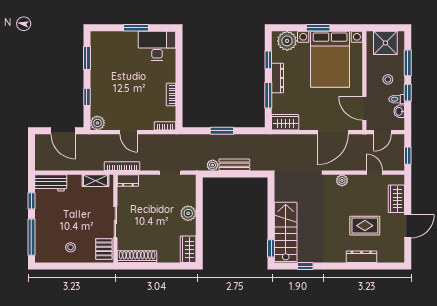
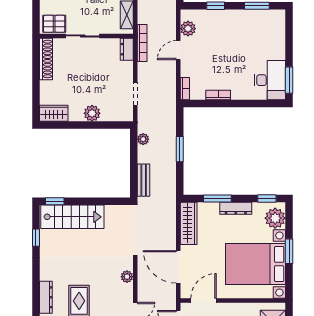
window: (136, 28) -> (289, 80), moved
window: (268, 60) -> (267, 198), moved
wardrobe: (285, 122) -> (189, 223), width x1.50
plant: (97, 123) -> (188, 29), moved
bench: (234, 165) -> (144, 180), moved

